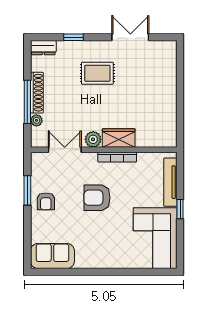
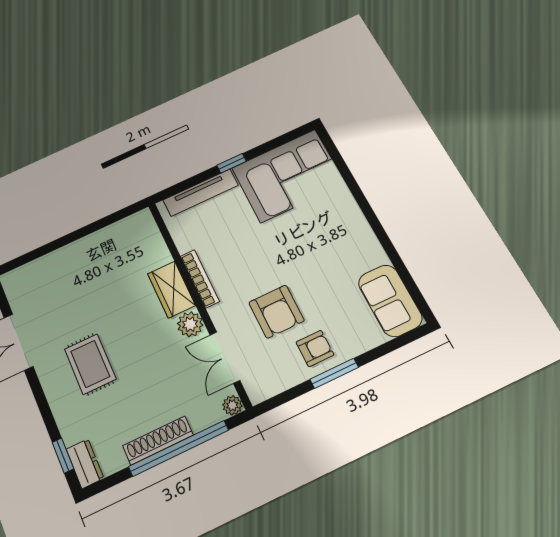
window: (73, 37) -> (63, 456), moved
window: (27, 102) -> (179, 448), width x1.46
plant: (36, 120) -> (232, 405), moved
window: (27, 190) -> (334, 373), moved
armchair: (97, 198) -> (276, 312), moved

